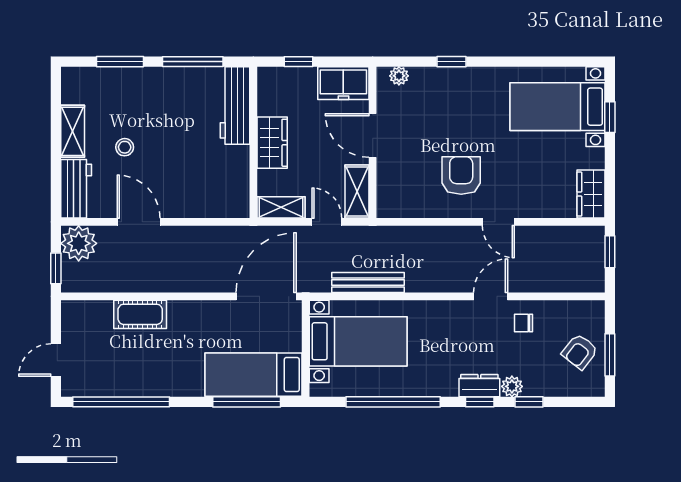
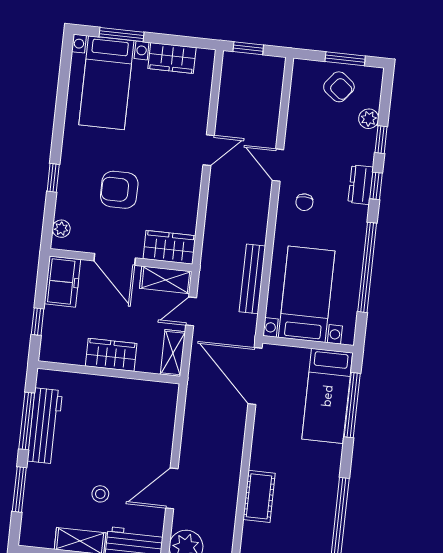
workbench: (235, 105) -> (45, 426), moved, turned -90
window: (610, 117) -> (122, 34), width x1.50
door: (373, 135) -> (115, 259), hinge flipped
armchair: (461, 175) -> (119, 190), moved
wardrobe: (392, 192) -> (169, 247), added
wardrobe: (591, 194) -> (172, 58), moved
chair: (524, 323) -> (304, 202), moved
plant: (512, 386) -> (369, 119), moved

